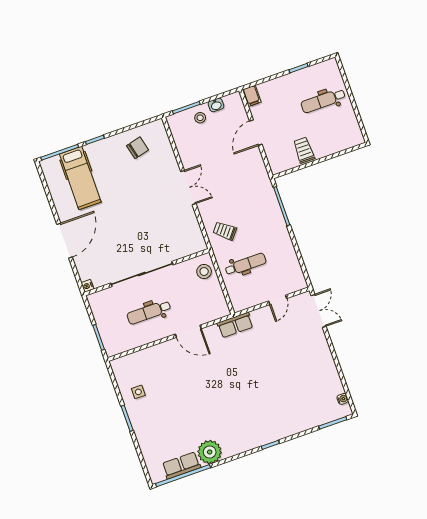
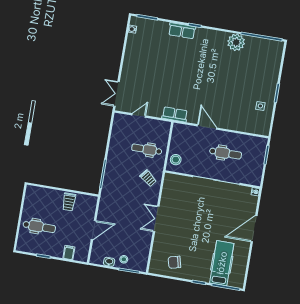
filing cabinet: (252, 96) -> (69, 253), moved
row of seats: (181, 465) -> (182, 31), moved

